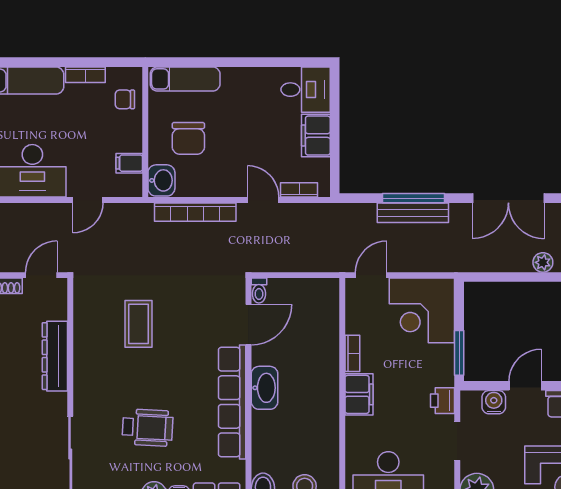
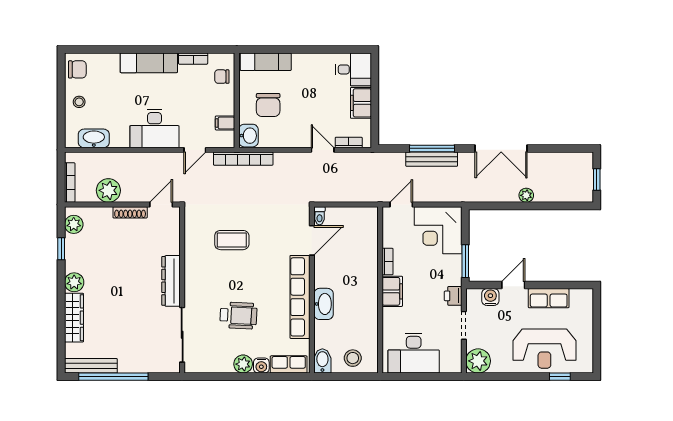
bookcase: (195, 212) -> (243, 159), moved
coffee table: (139, 324) -> (232, 240), turned 90
dresser: (55, 356) -> (171, 281), moved
washbasin: (264, 388) -> (324, 304), moved

